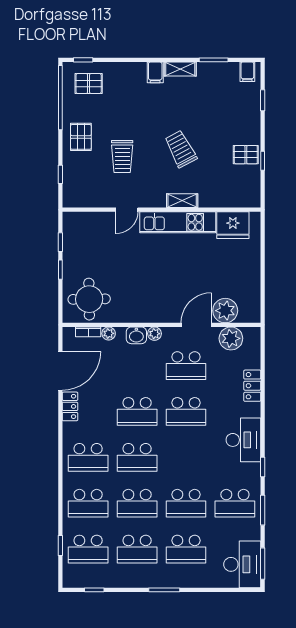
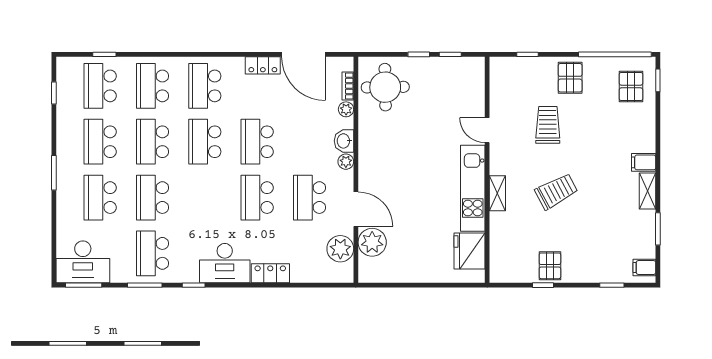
pallet: (81, 137) -> (570, 78), turned 90
trolley: (122, 156) -> (548, 125), turned 90
locker: (252, 386) -> (270, 273), moved

